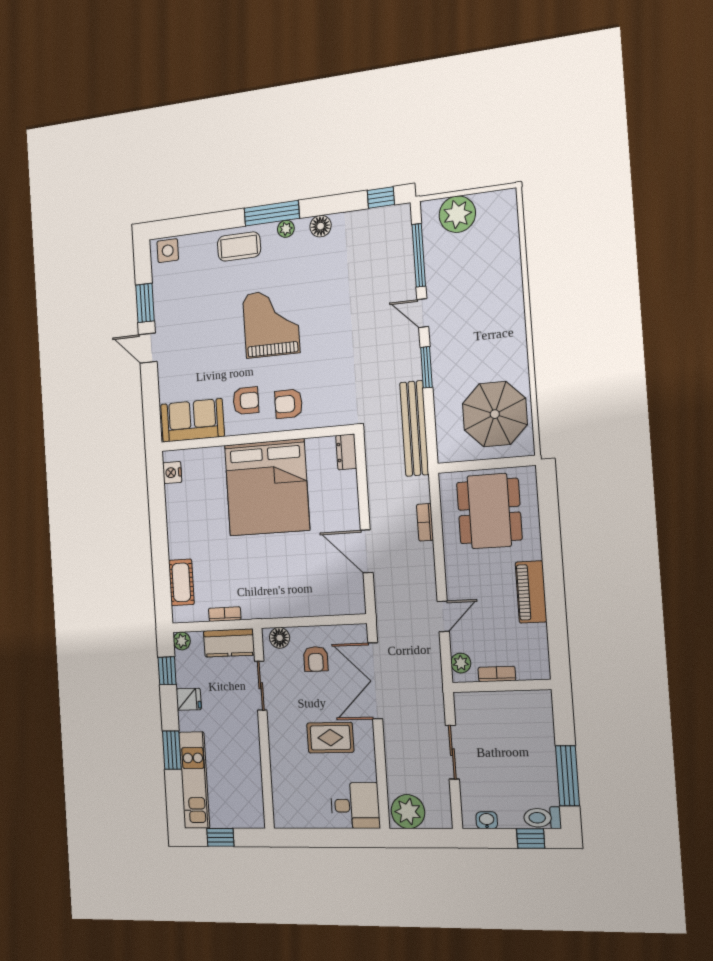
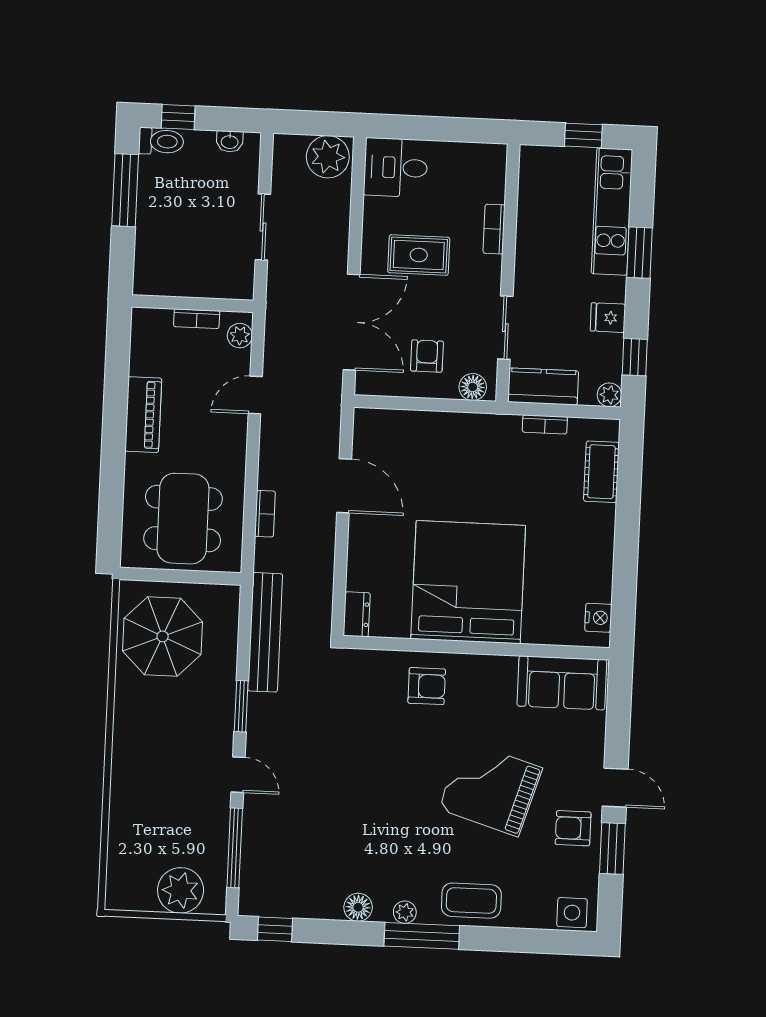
grand piano: (271, 323) -> (490, 788), moved, turned 107
armchair: (246, 401) -> (573, 828), moved
bookcase: (277, 762) -> (494, 229), added

